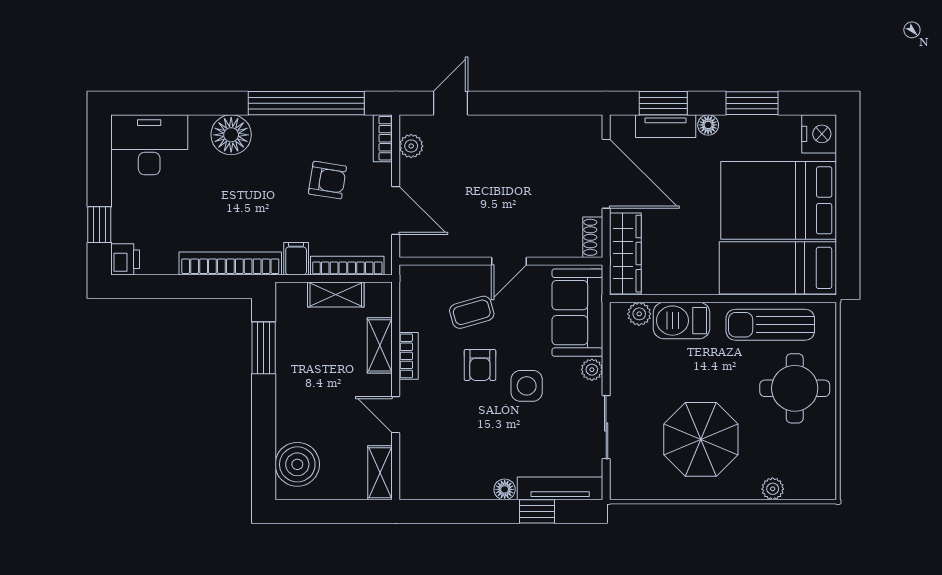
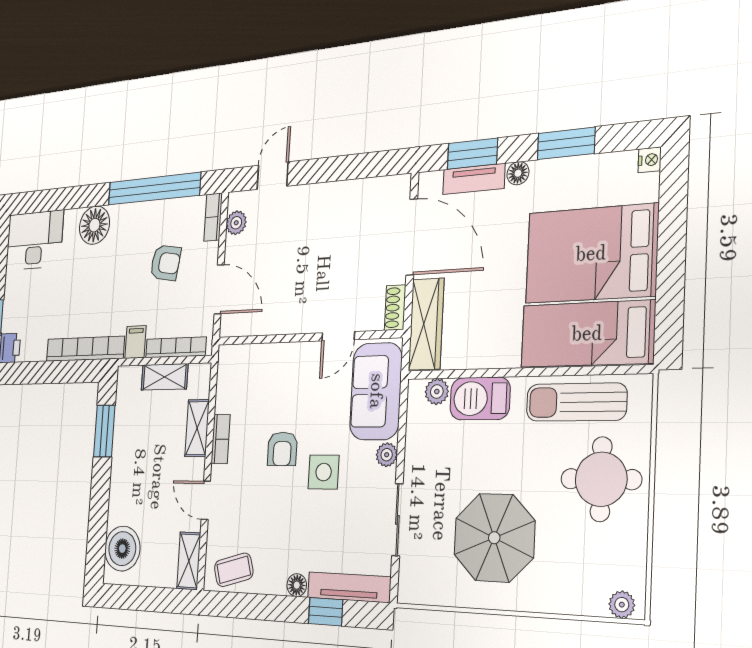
nightstand: (819, 134) -> (650, 160), width x0.53, depth x0.56
door: (509, 261) -> (338, 336), moved
coffee table: (472, 312) -> (234, 570), moved
plant: (773, 489) -> (622, 605), moved

